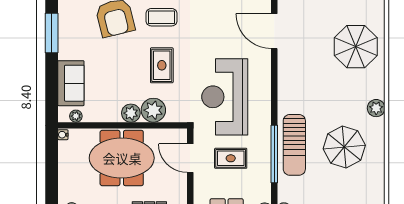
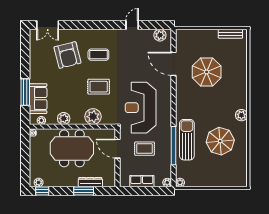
window: (52, 33) -> (25, 92), moved
parasol: (356, 47) -> (207, 72), moved
rug: (162, 65) -> (99, 87), turned 90
plant: (131, 113) -> (64, 118), moved
sun lounger: (294, 145) -> (187, 140), turned 180

